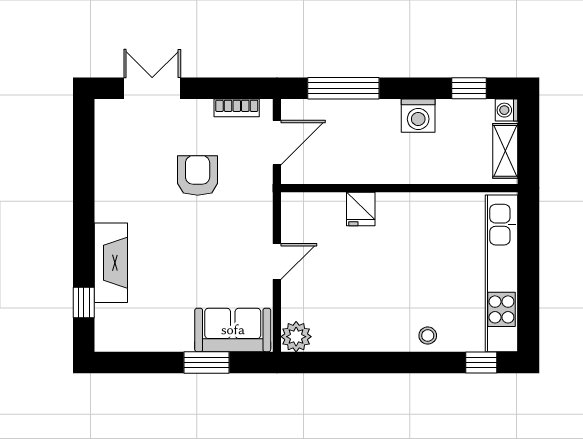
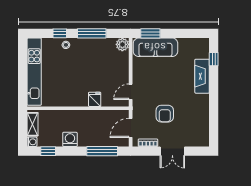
double door: (152, 88) -> (172, 151), moved
door: (277, 262) -> (131, 92), moved
sofa: (233, 330) -> (155, 47), width x1.36
window: (207, 362) -> (150, 33), moved
window: (368, 362) -> (92, 33), added
window: (481, 362) -> (60, 33), moved

